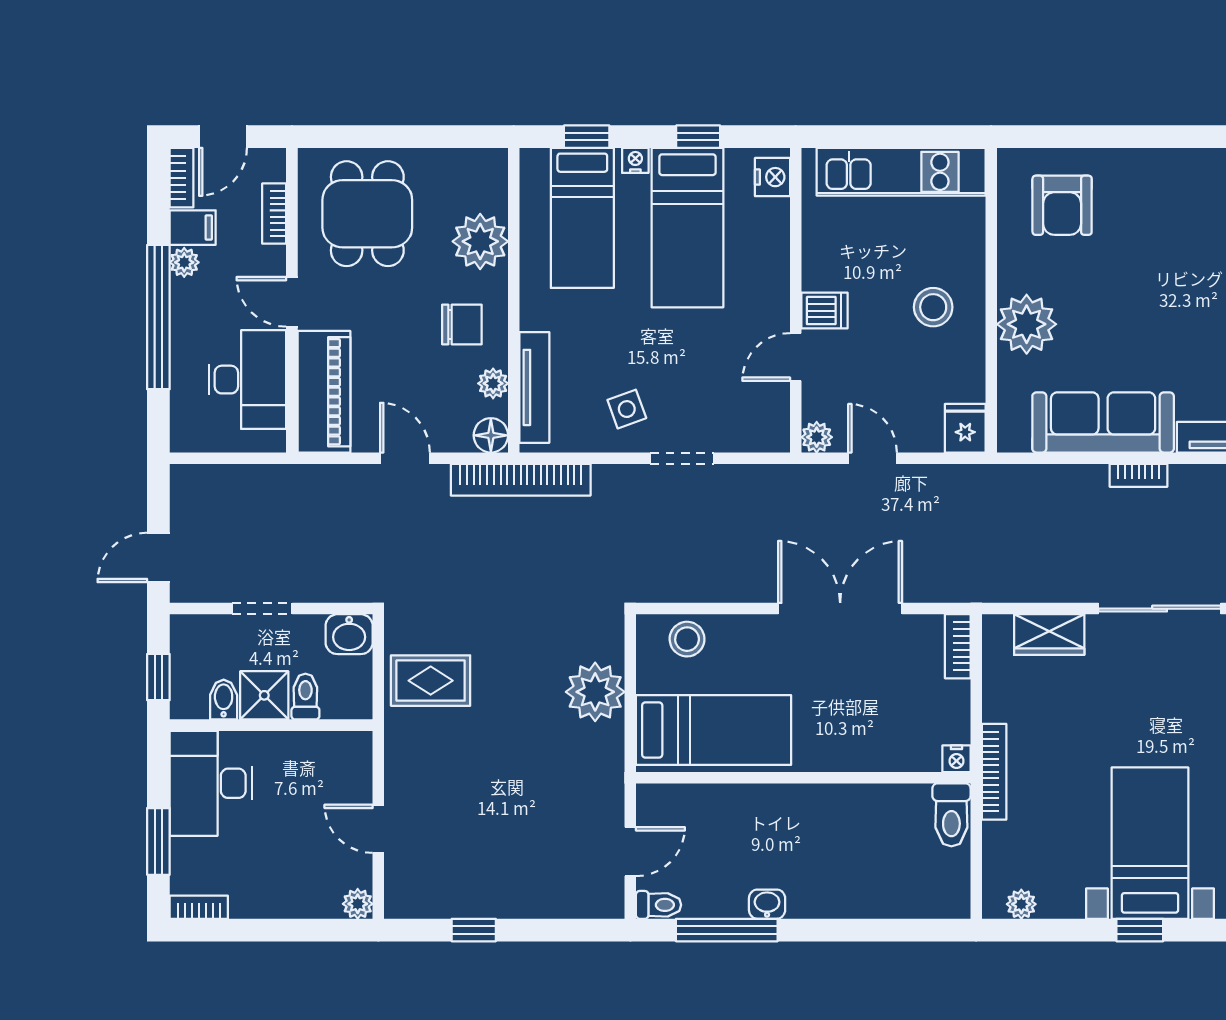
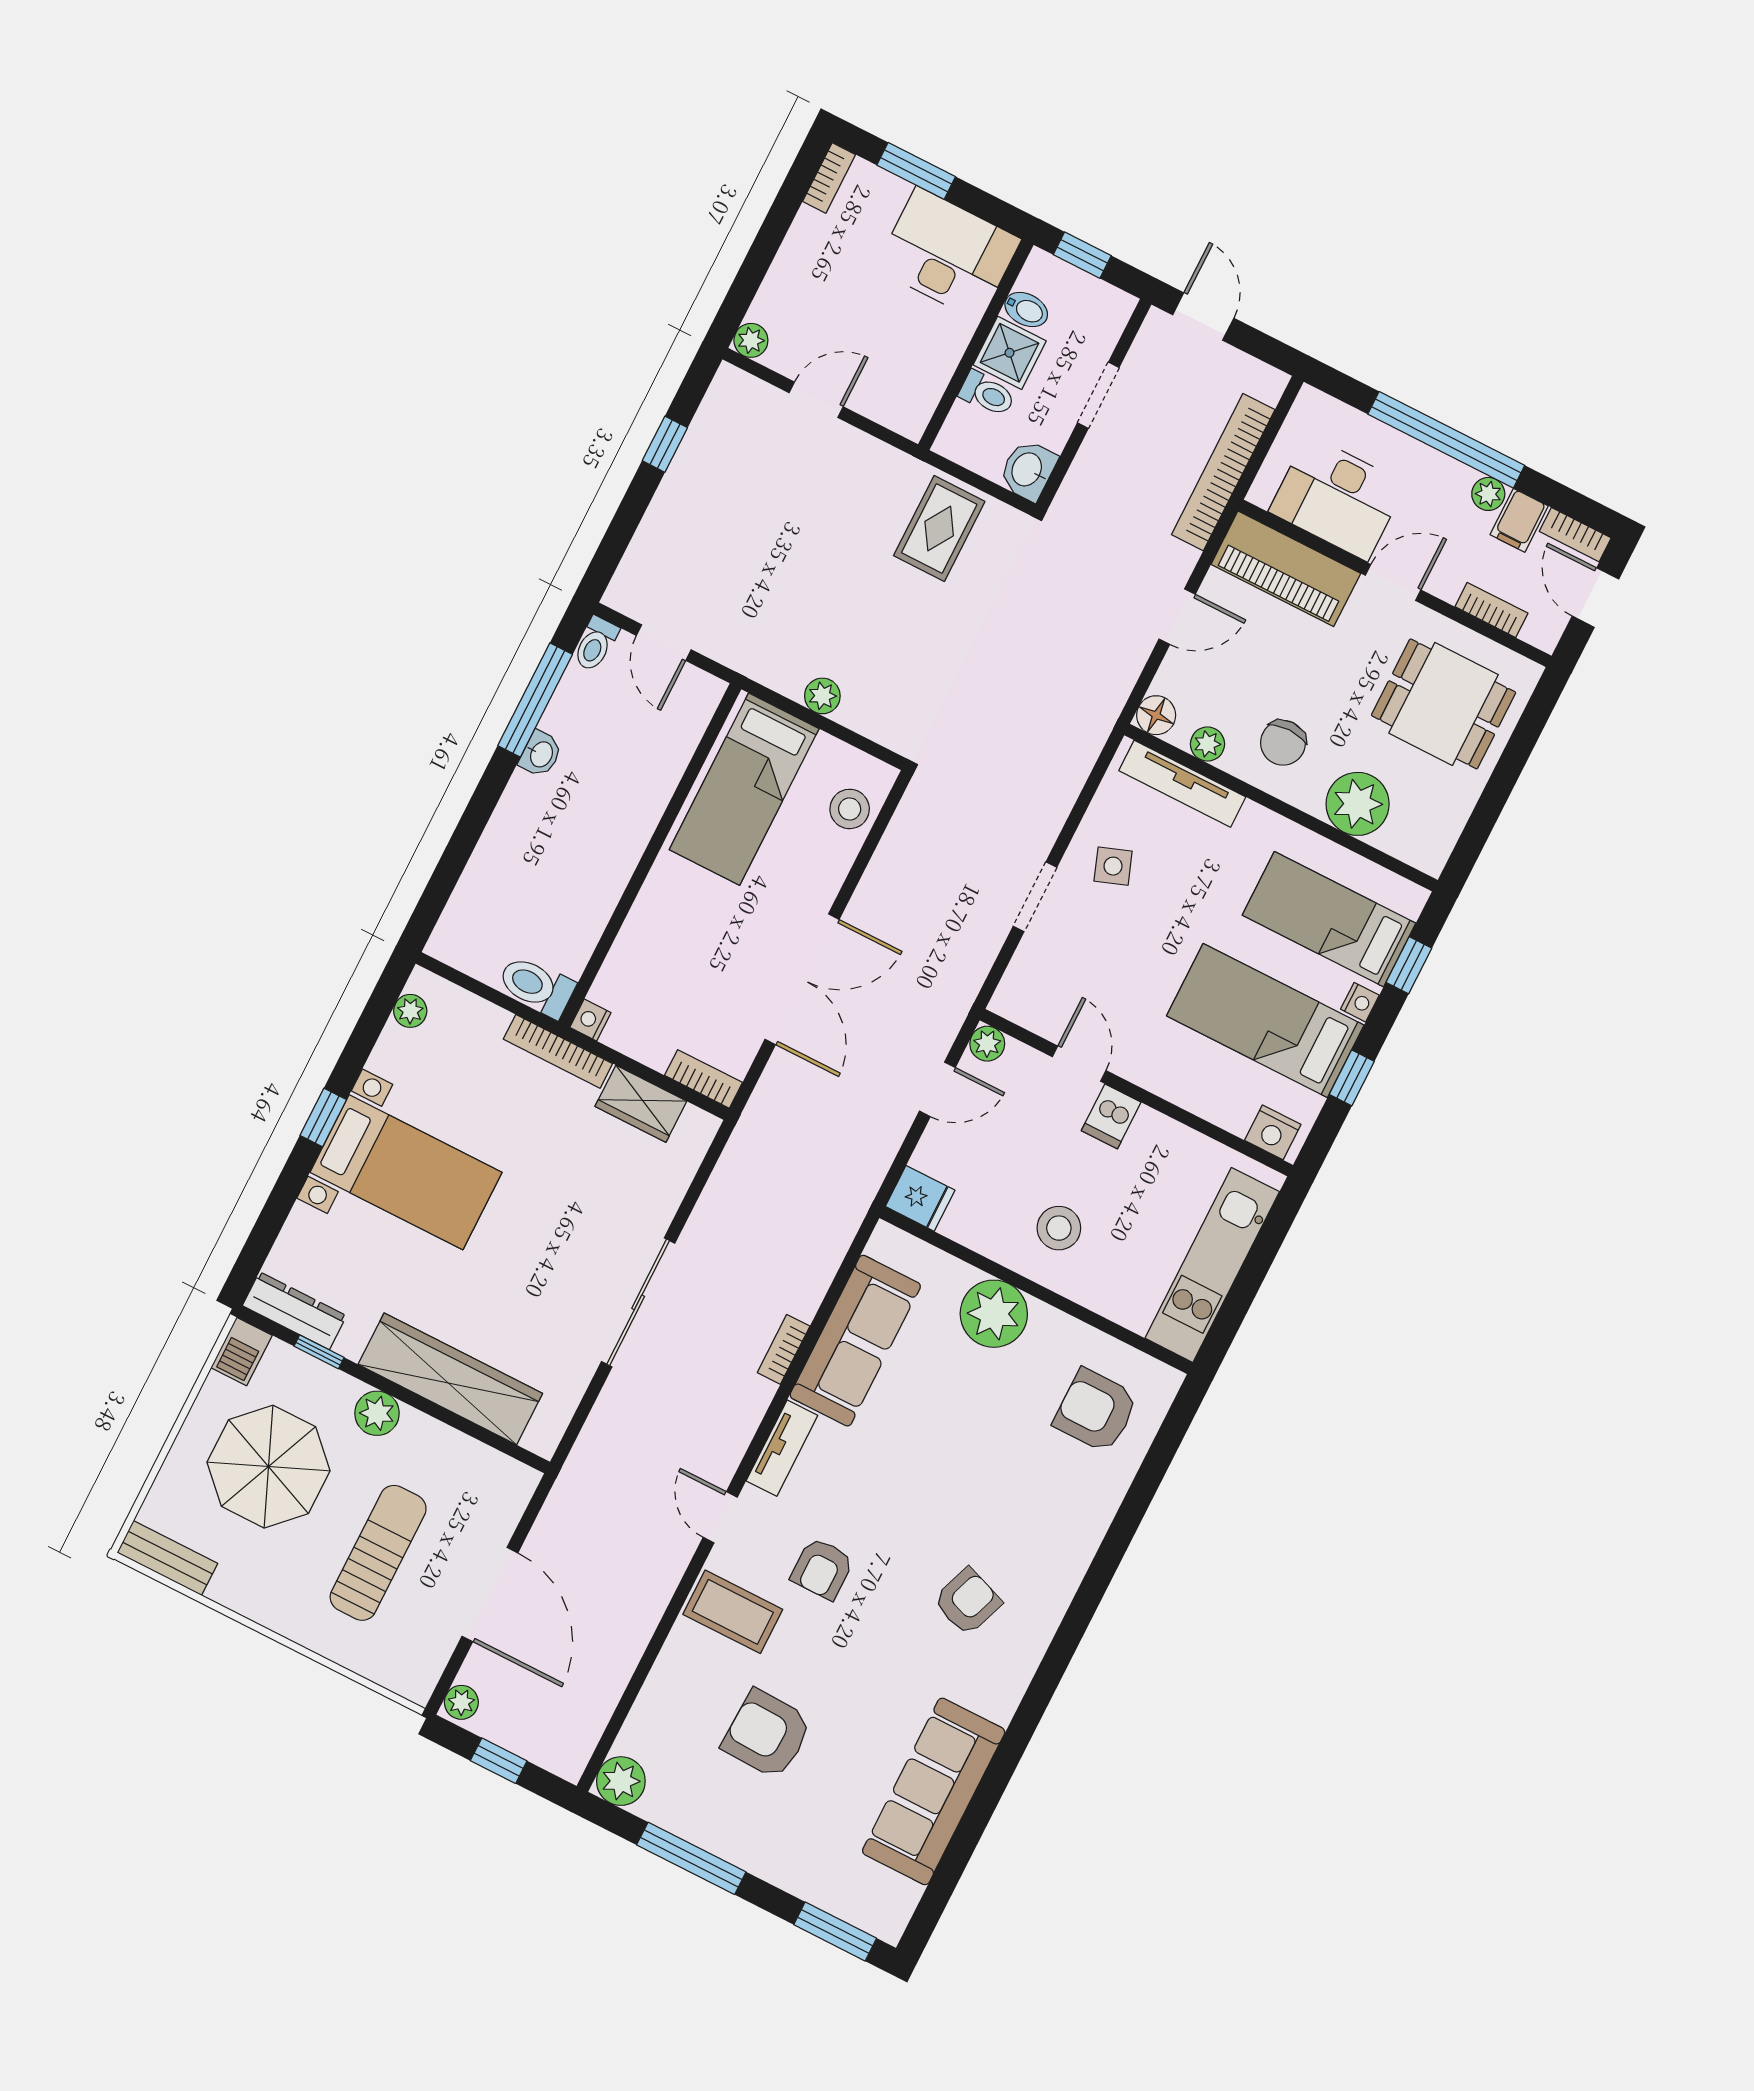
bookcase: (521, 480) -> (1223, 472), moved
wardrobe: (1049, 635) -> (641, 1104), moved, turned -90
plant: (595, 692) -> (822, 696), width x0.53, depth x0.53

